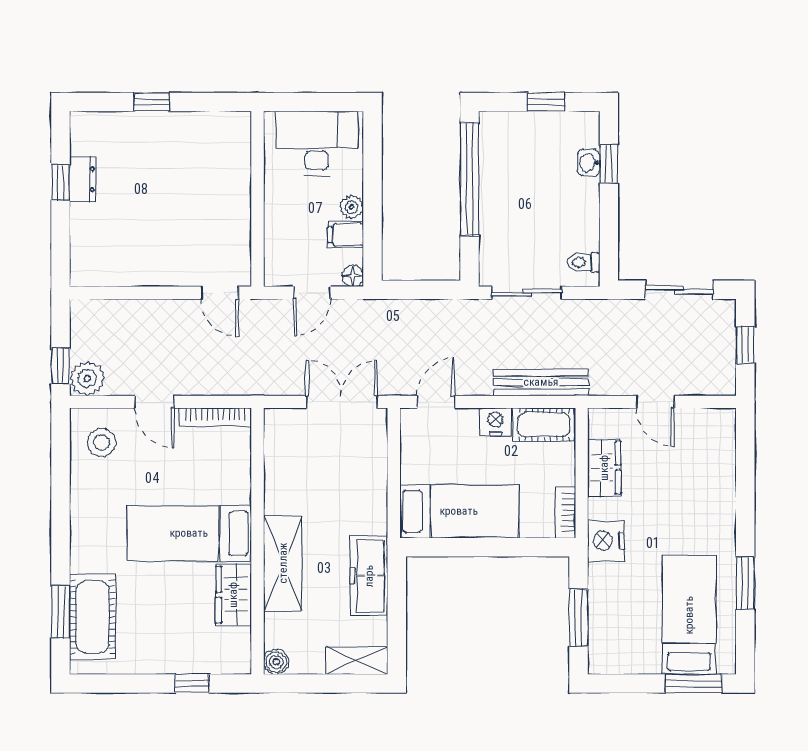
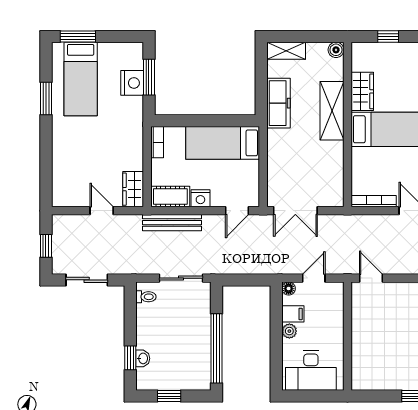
wardrobe: (604, 468) -> (133, 189), moved
nightstand: (606, 541) -> (132, 83), moved

